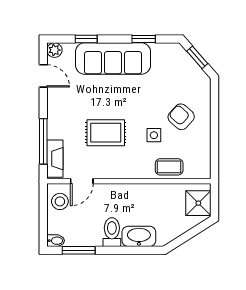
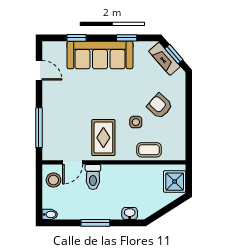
plant: (54, 50) -> (49, 48), removed
rug: (106, 133) -> (103, 138), moved, turned 90
fireplace: (55, 159) -> (164, 59), moved, turned 139
toilet: (112, 232) -> (93, 177), moved, turned 180
washbasin: (139, 236) -> (130, 213), width x0.52, depth x0.69
window: (79, 250) -> (95, 223), moved

